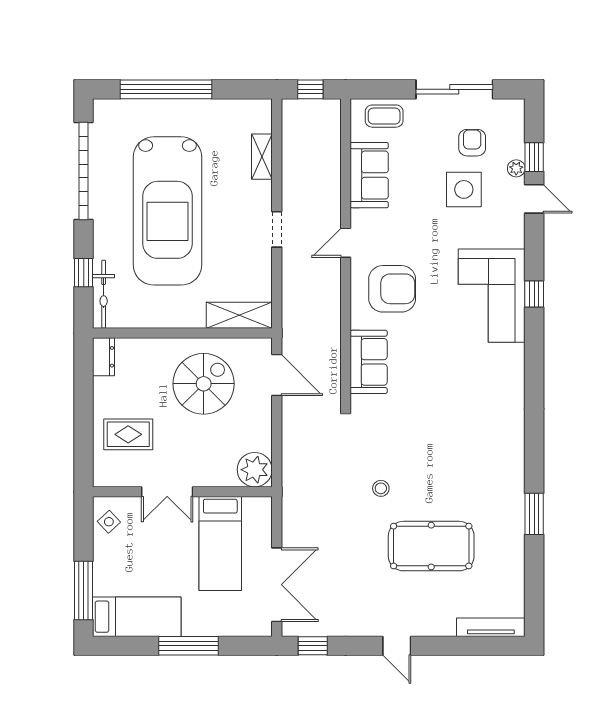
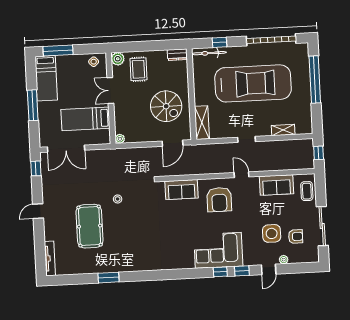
window: (534, 157) -> (242, 271), moved
car: (167, 211) -> (253, 83), turned 180
plant: (255, 470) -> (120, 139), width x0.53, depth x0.53
plant: (106, 474) -> (118, 59), added

